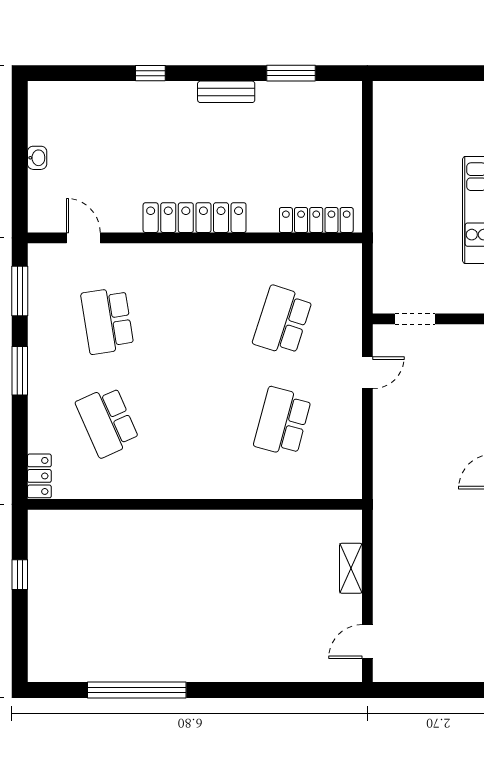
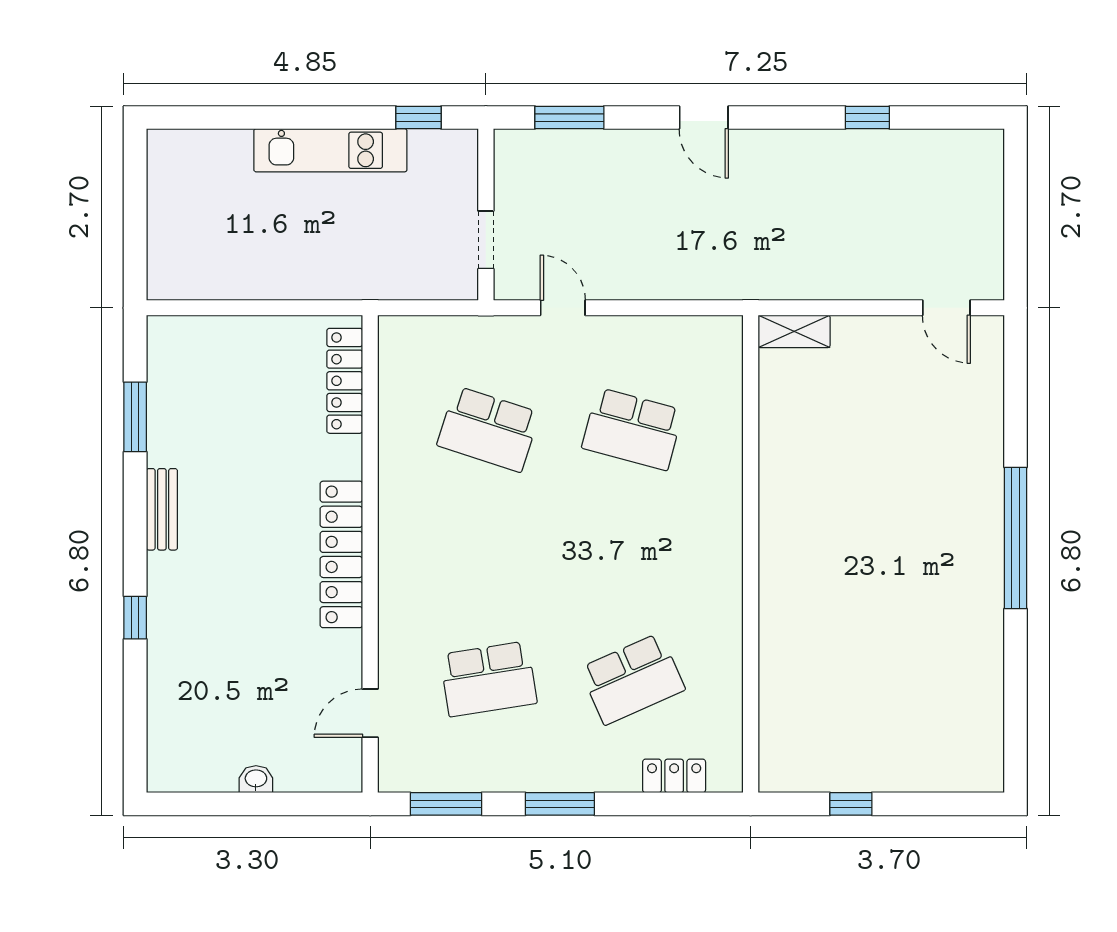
locker: (39, 476) -> (674, 776), moved
shelving: (351, 568) -> (794, 331), moved
window: (137, 690) -> (1016, 538), moved

